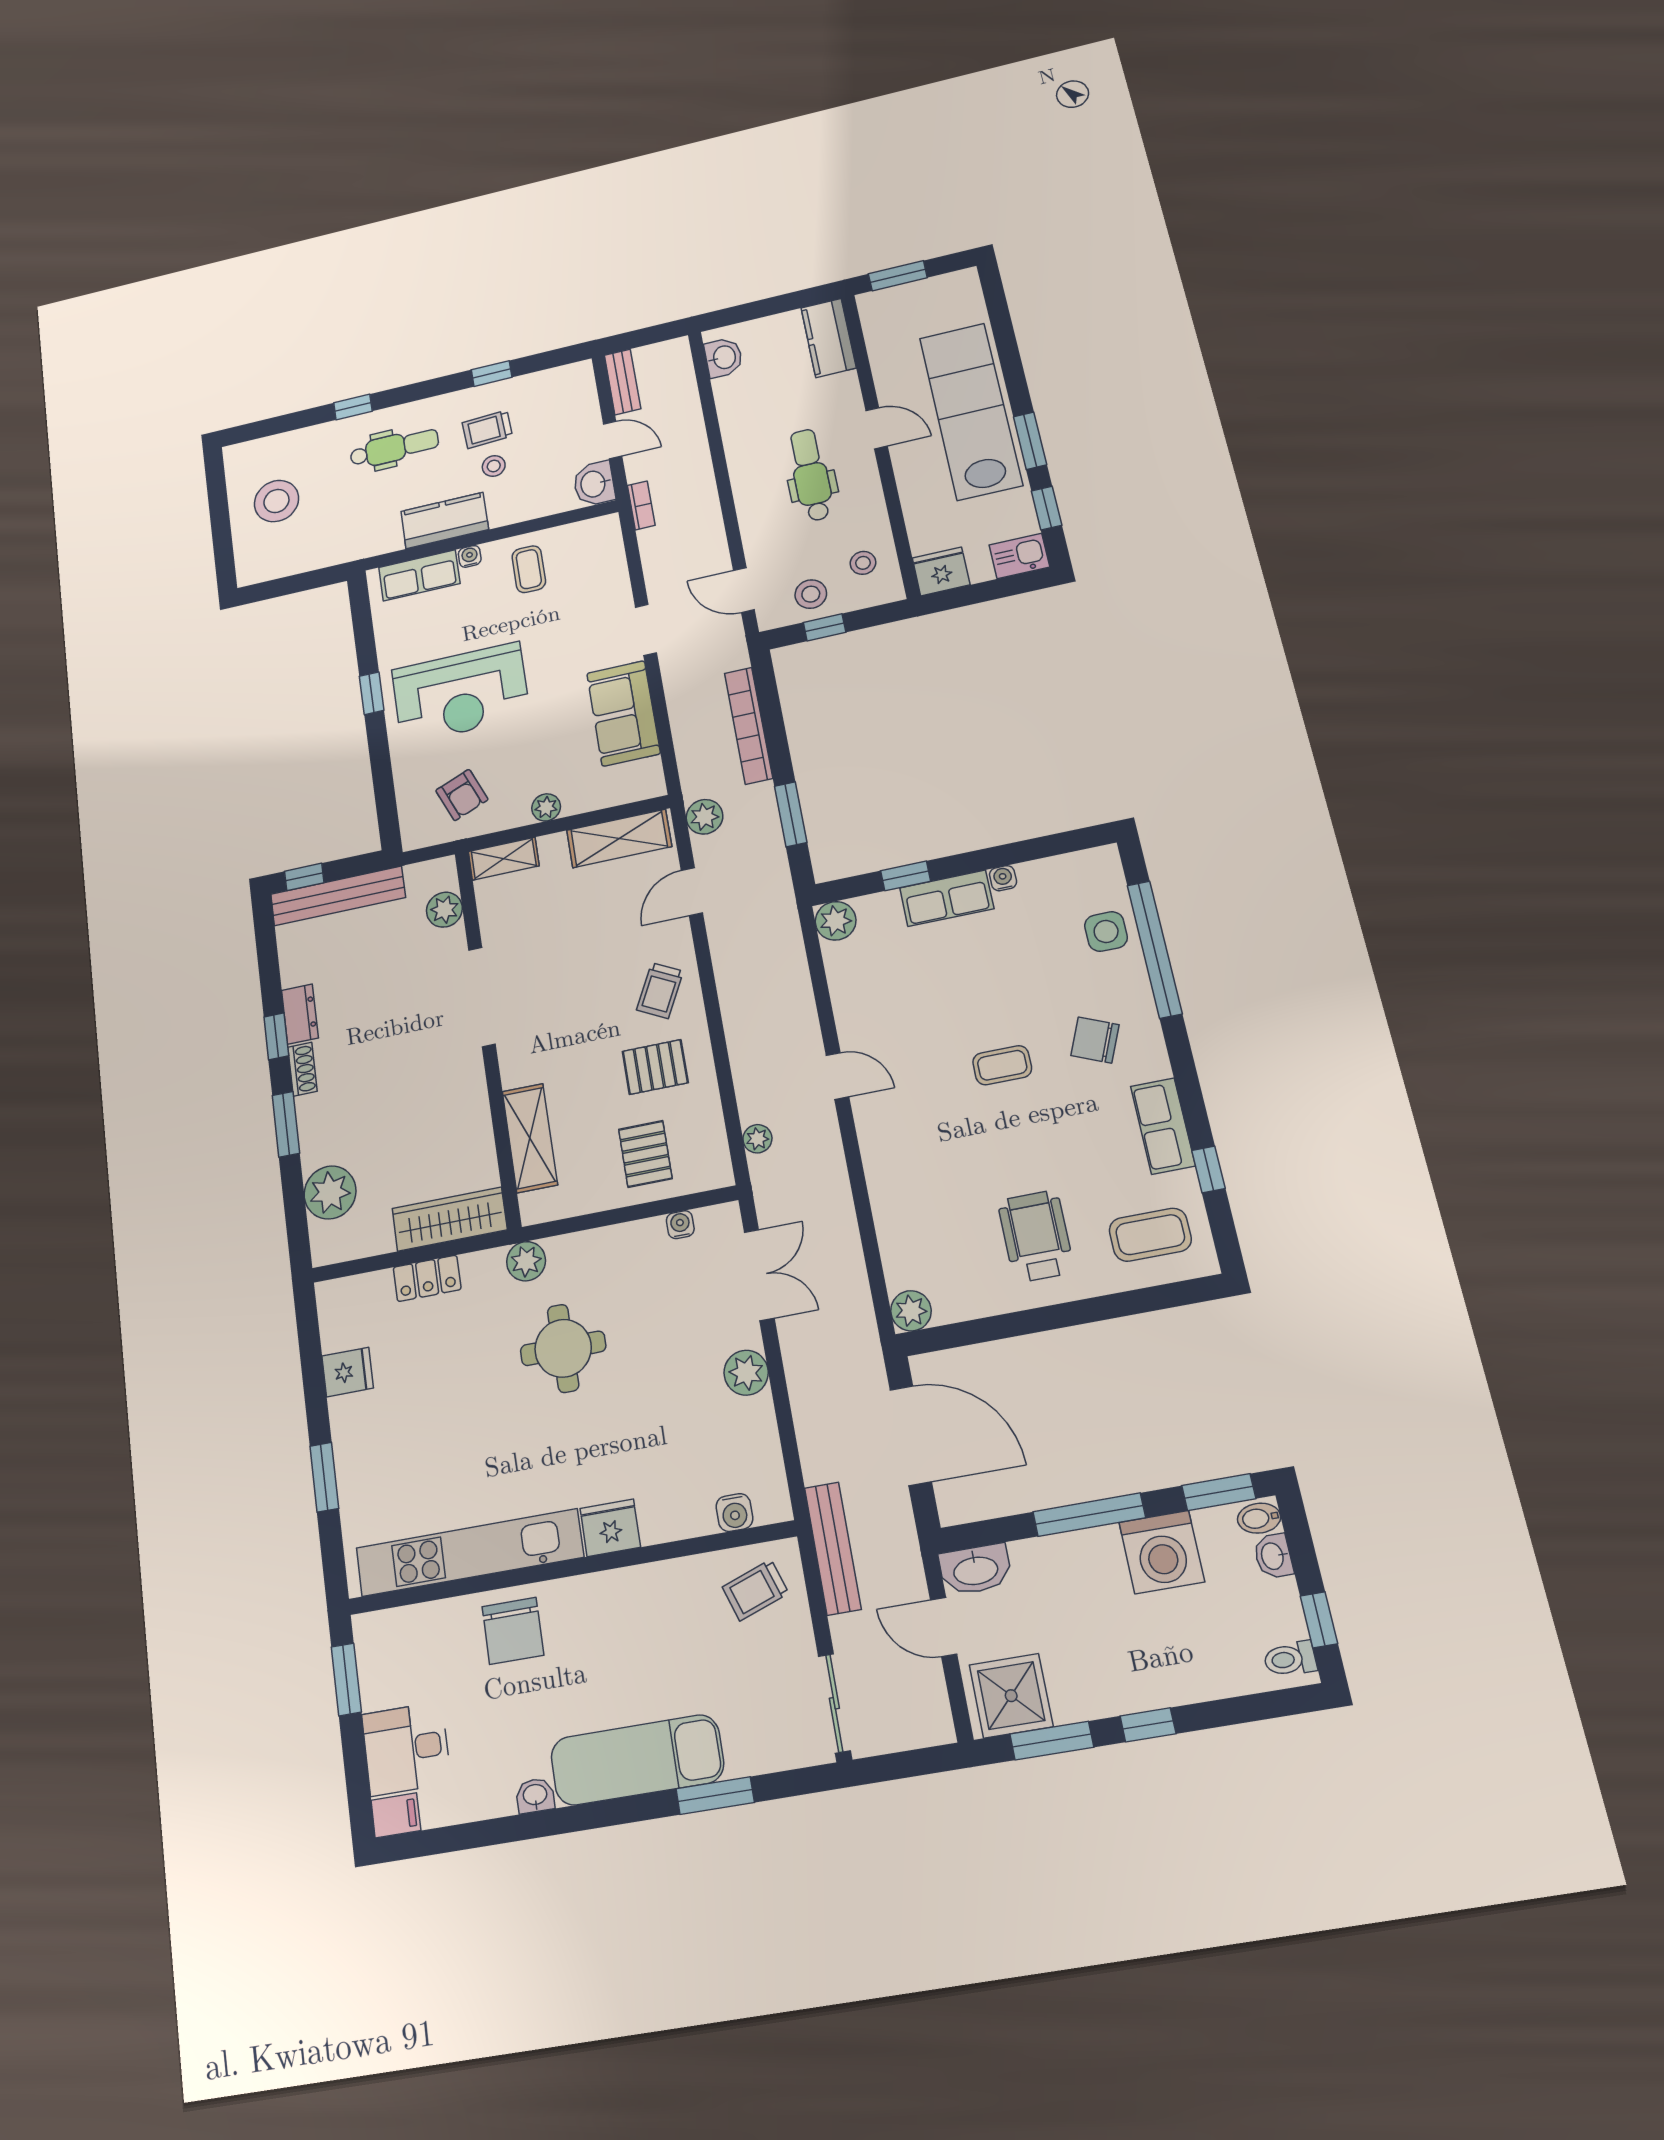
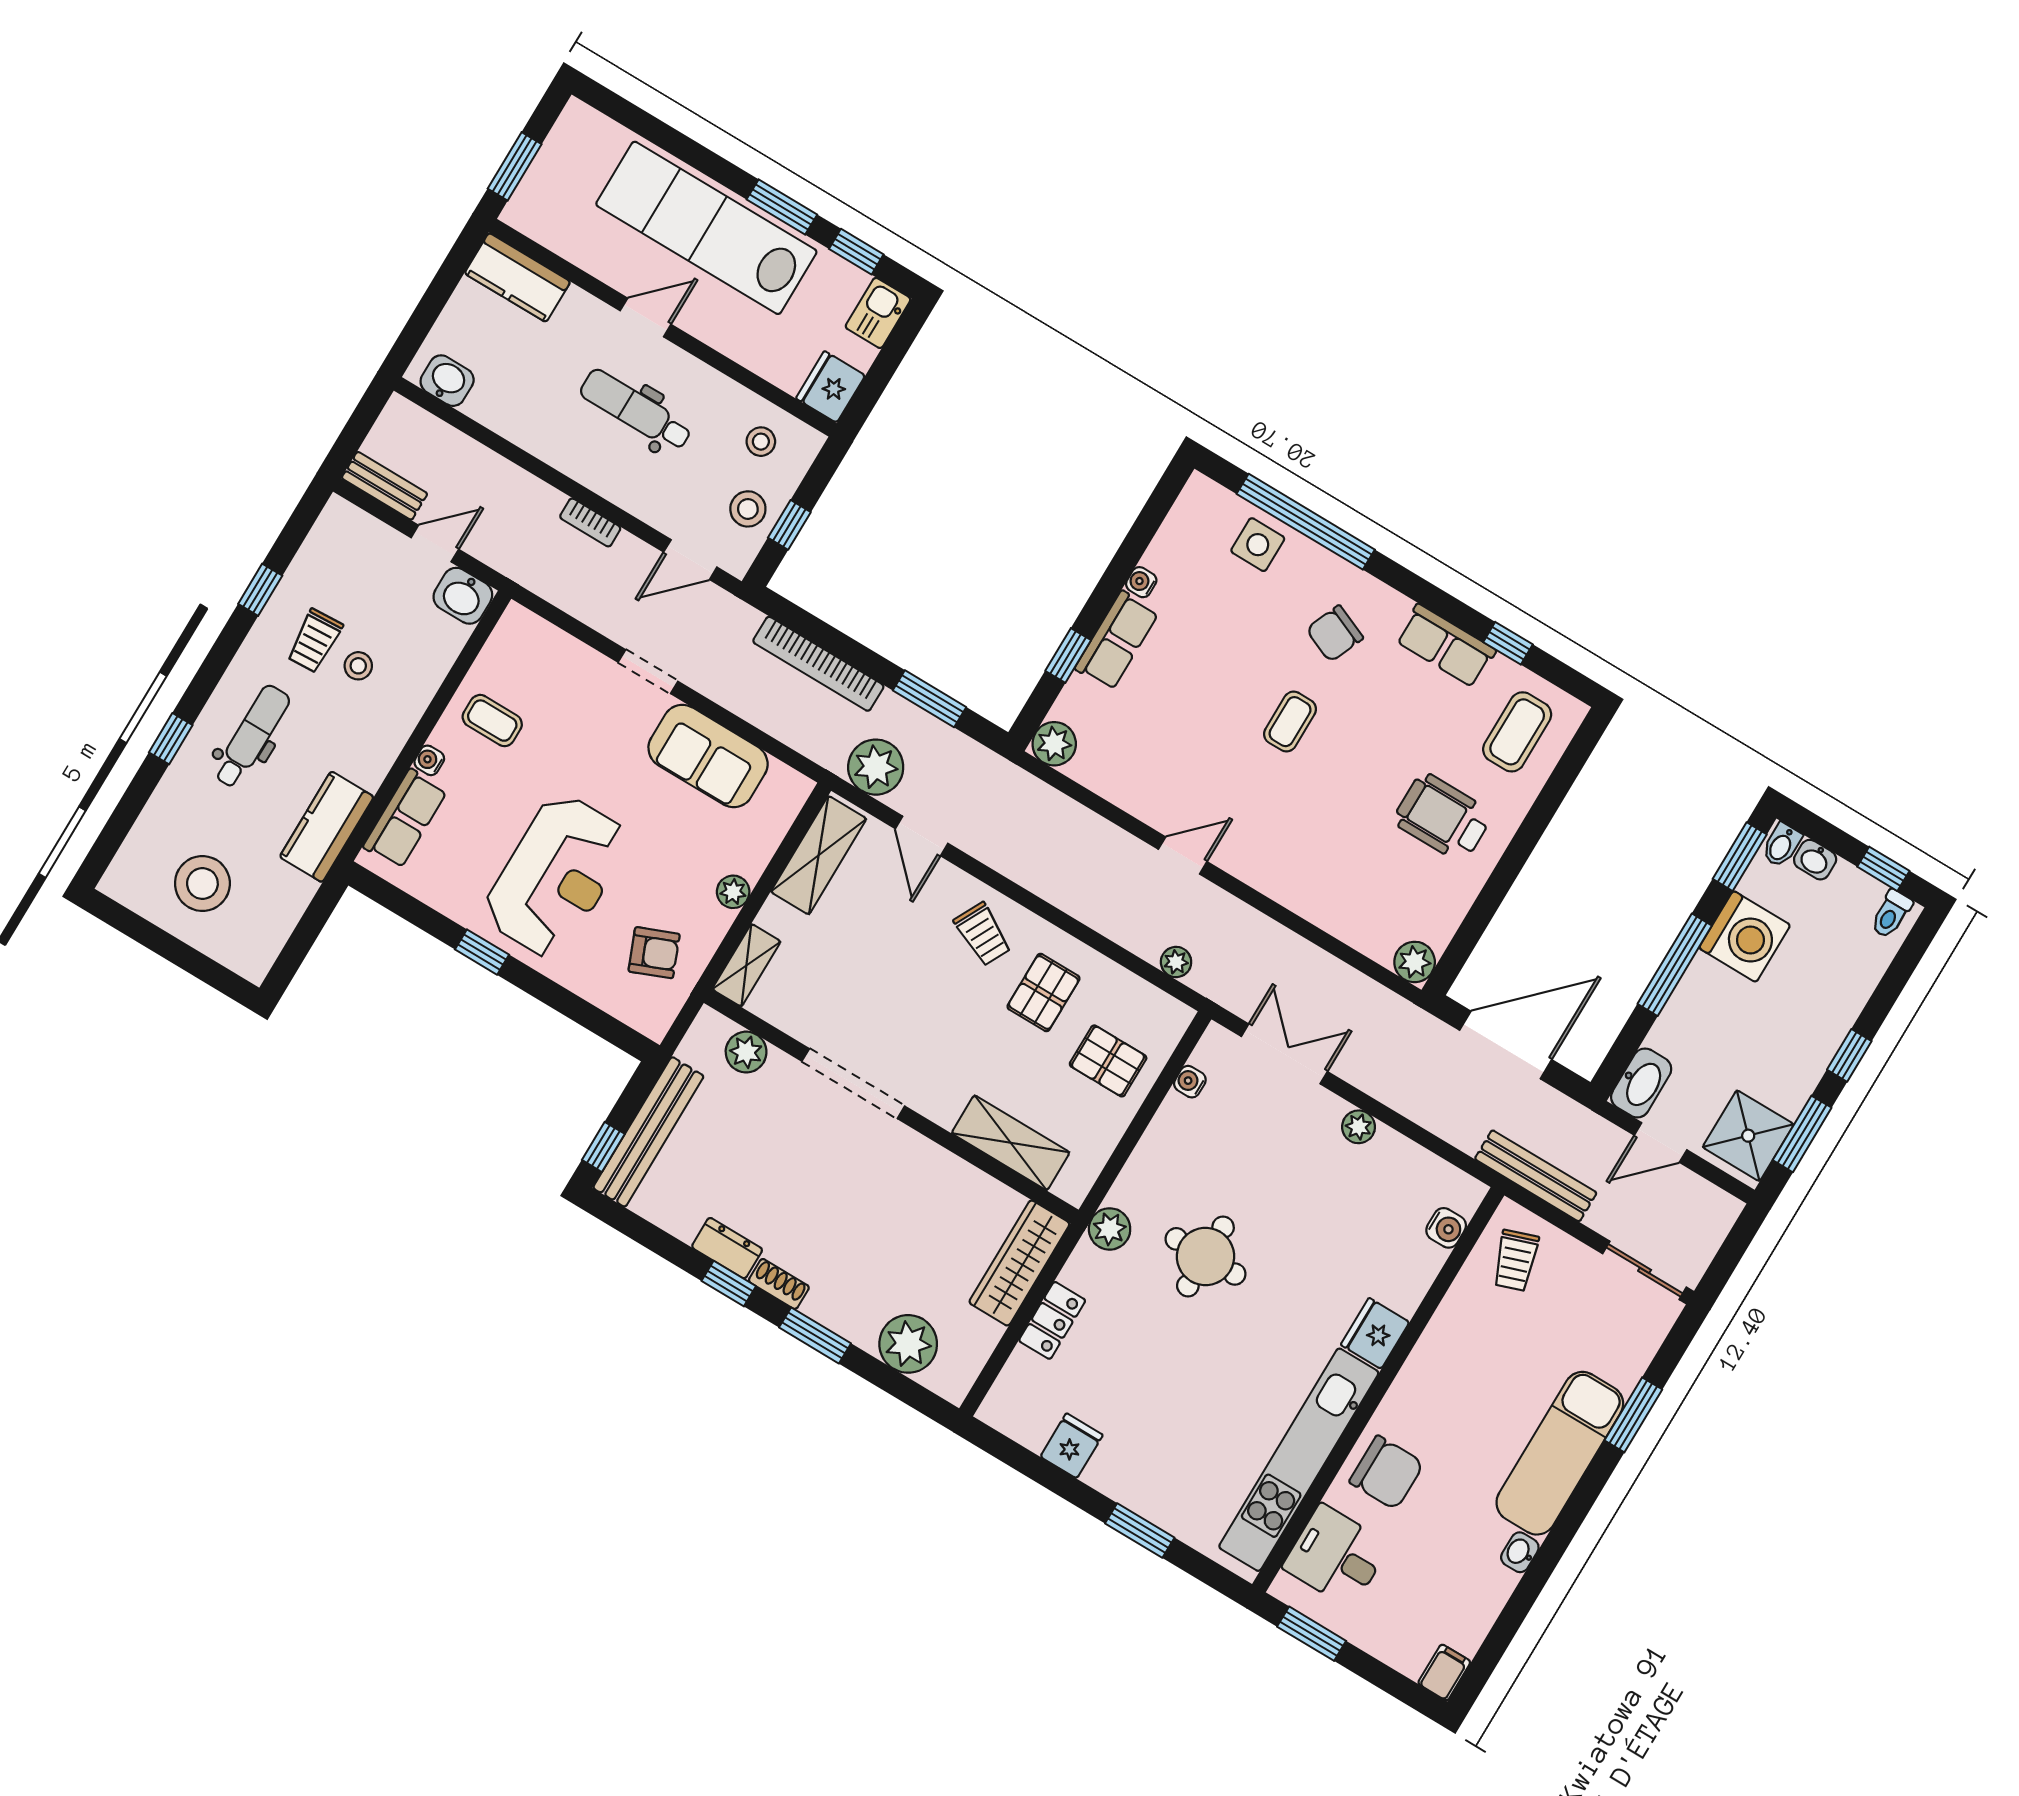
bookcase: (641, 505) -> (590, 522), moved, turned 180
kitchen counter: (445, 520) -> (327, 827), moved
plant: (705, 817) -> (876, 767), width x1.36, depth x1.36
plant: (746, 1373) -> (1359, 1127), width x0.73, depth x0.73
desk: (406, 1749) -> (1336, 1556), moved, turned 90

